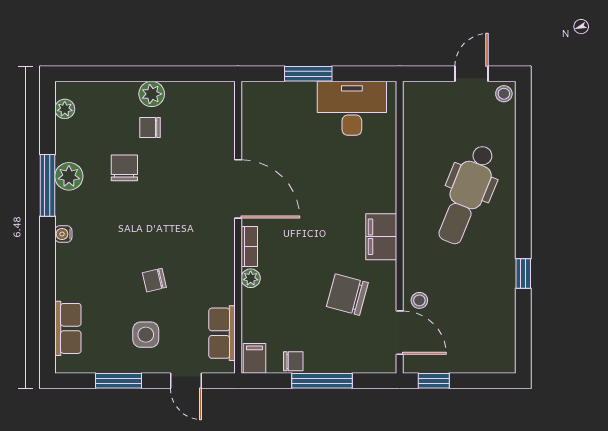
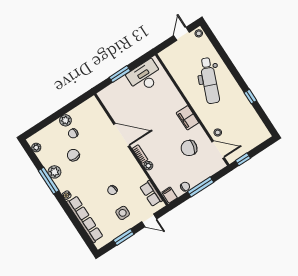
row of seats: (68, 328) -> (85, 219), width x2.02

